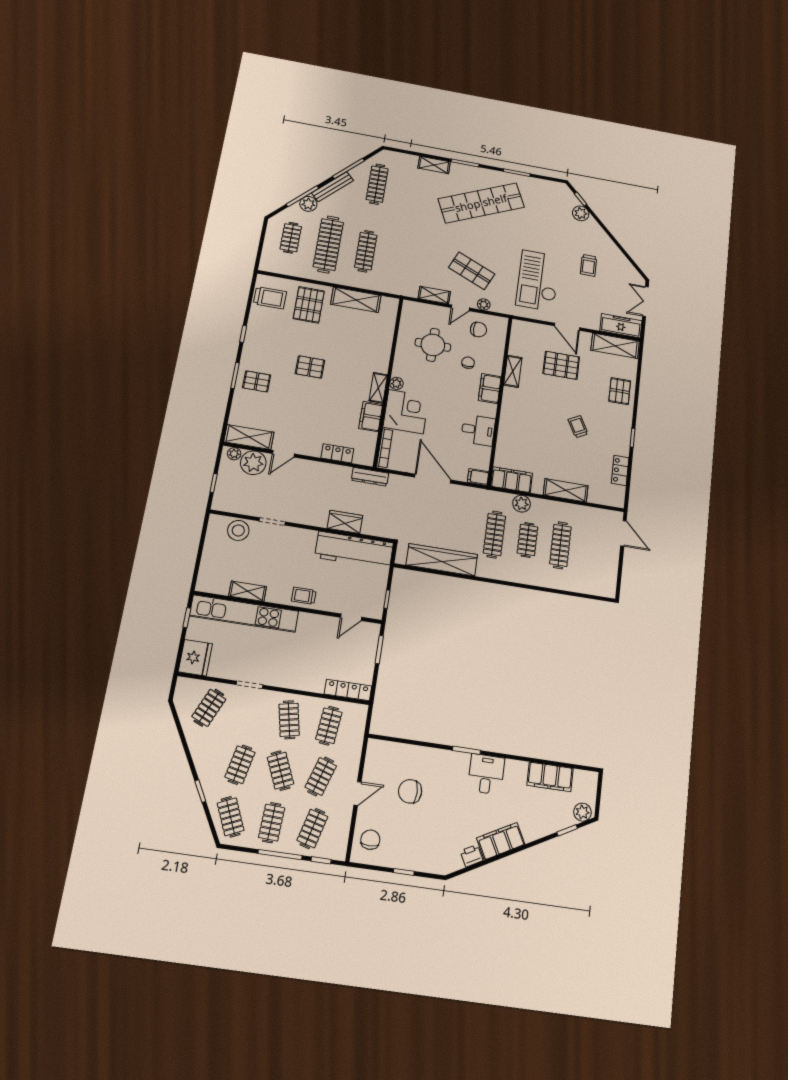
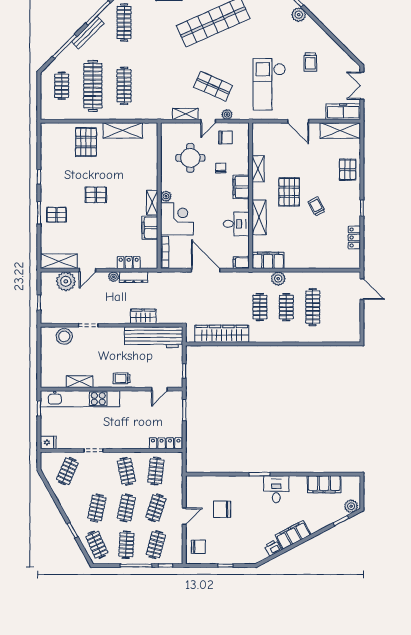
plant: (308, 204) -> (71, 52), removed
trolley: (270, 298) -> (54, 142), removed
pallet: (561, 365) -> (289, 192), moved, turned 90
plant: (234, 454) -> (113, 277), moved
dresser: (370, 477) -> (134, 277), moved
shelving: (566, 490) -> (259, 217), moved, turned 90
clothes rail: (494, 535) -> (260, 307), width x0.73
fridge: (195, 658) -> (48, 442), width x0.53, depth x0.75
clothes rail: (280, 771) -> (126, 508), turned 36
chair: (370, 840) -> (198, 547), turned 90

